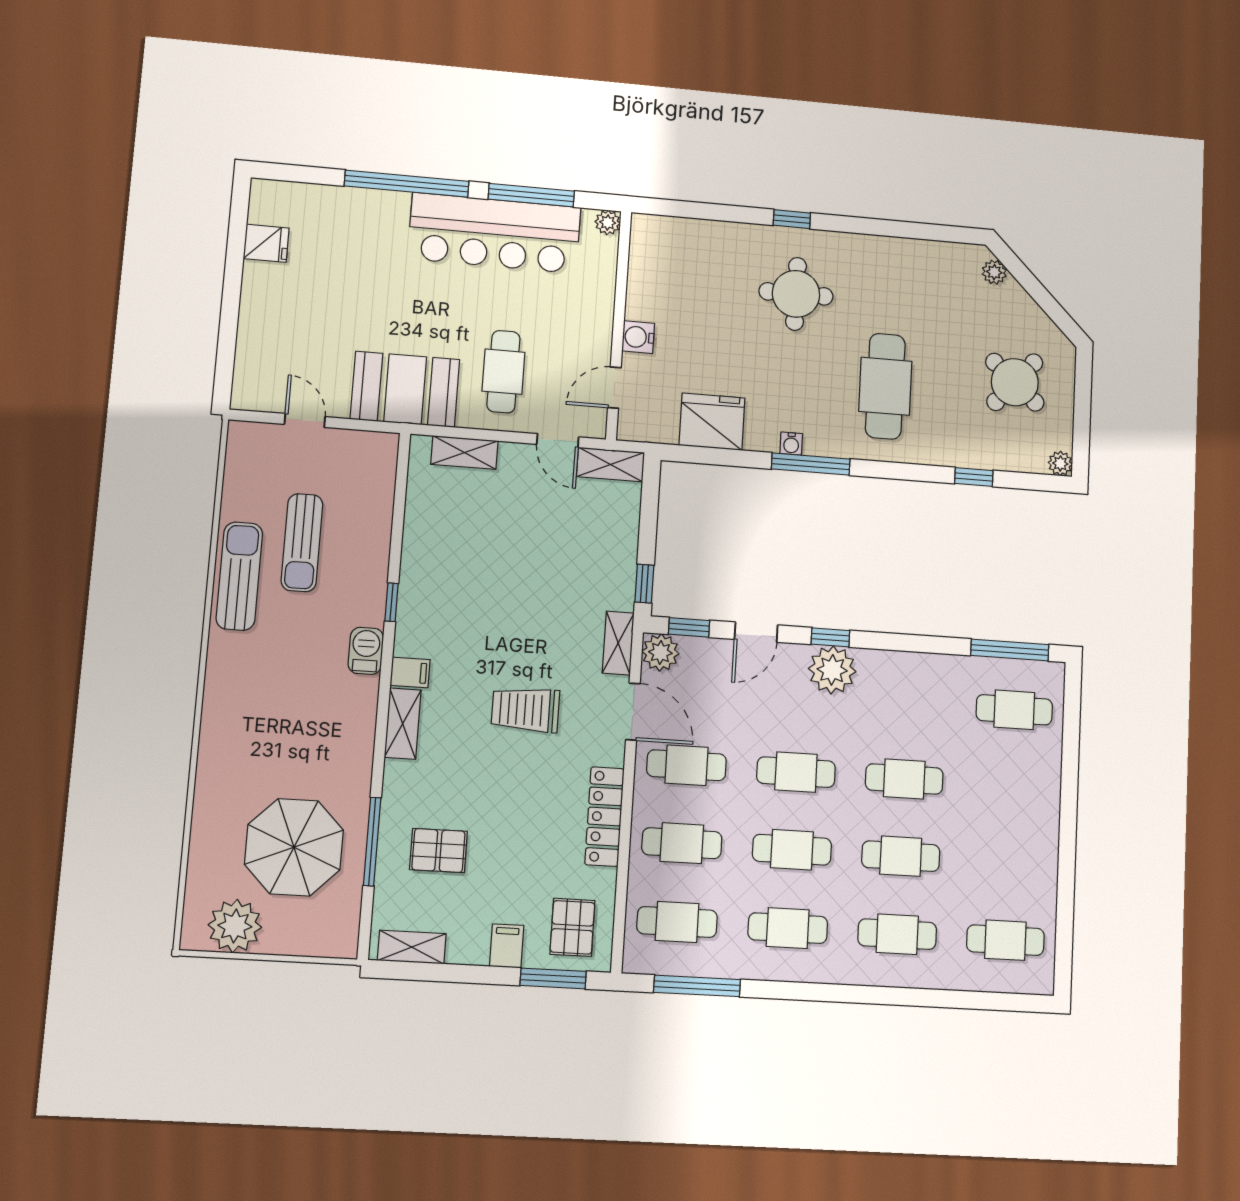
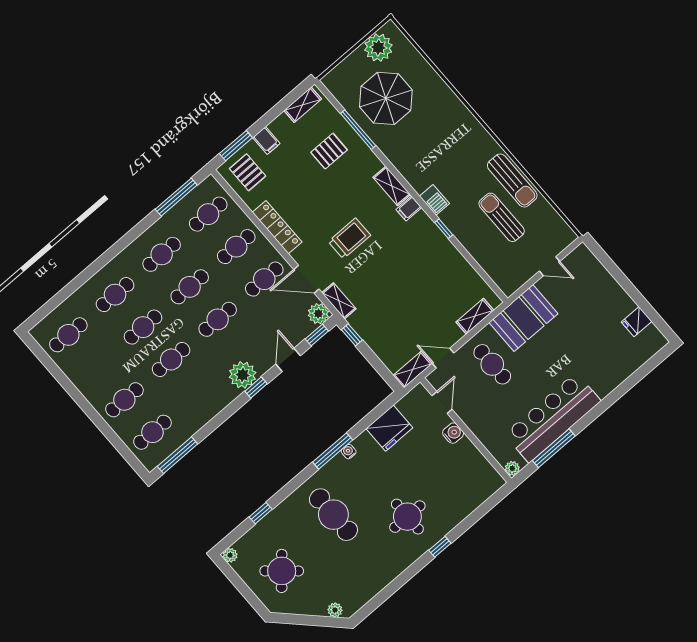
window: (407, 184) -> (607, 402), removed
cafe table: (1011, 786) -> (124, 400), added

